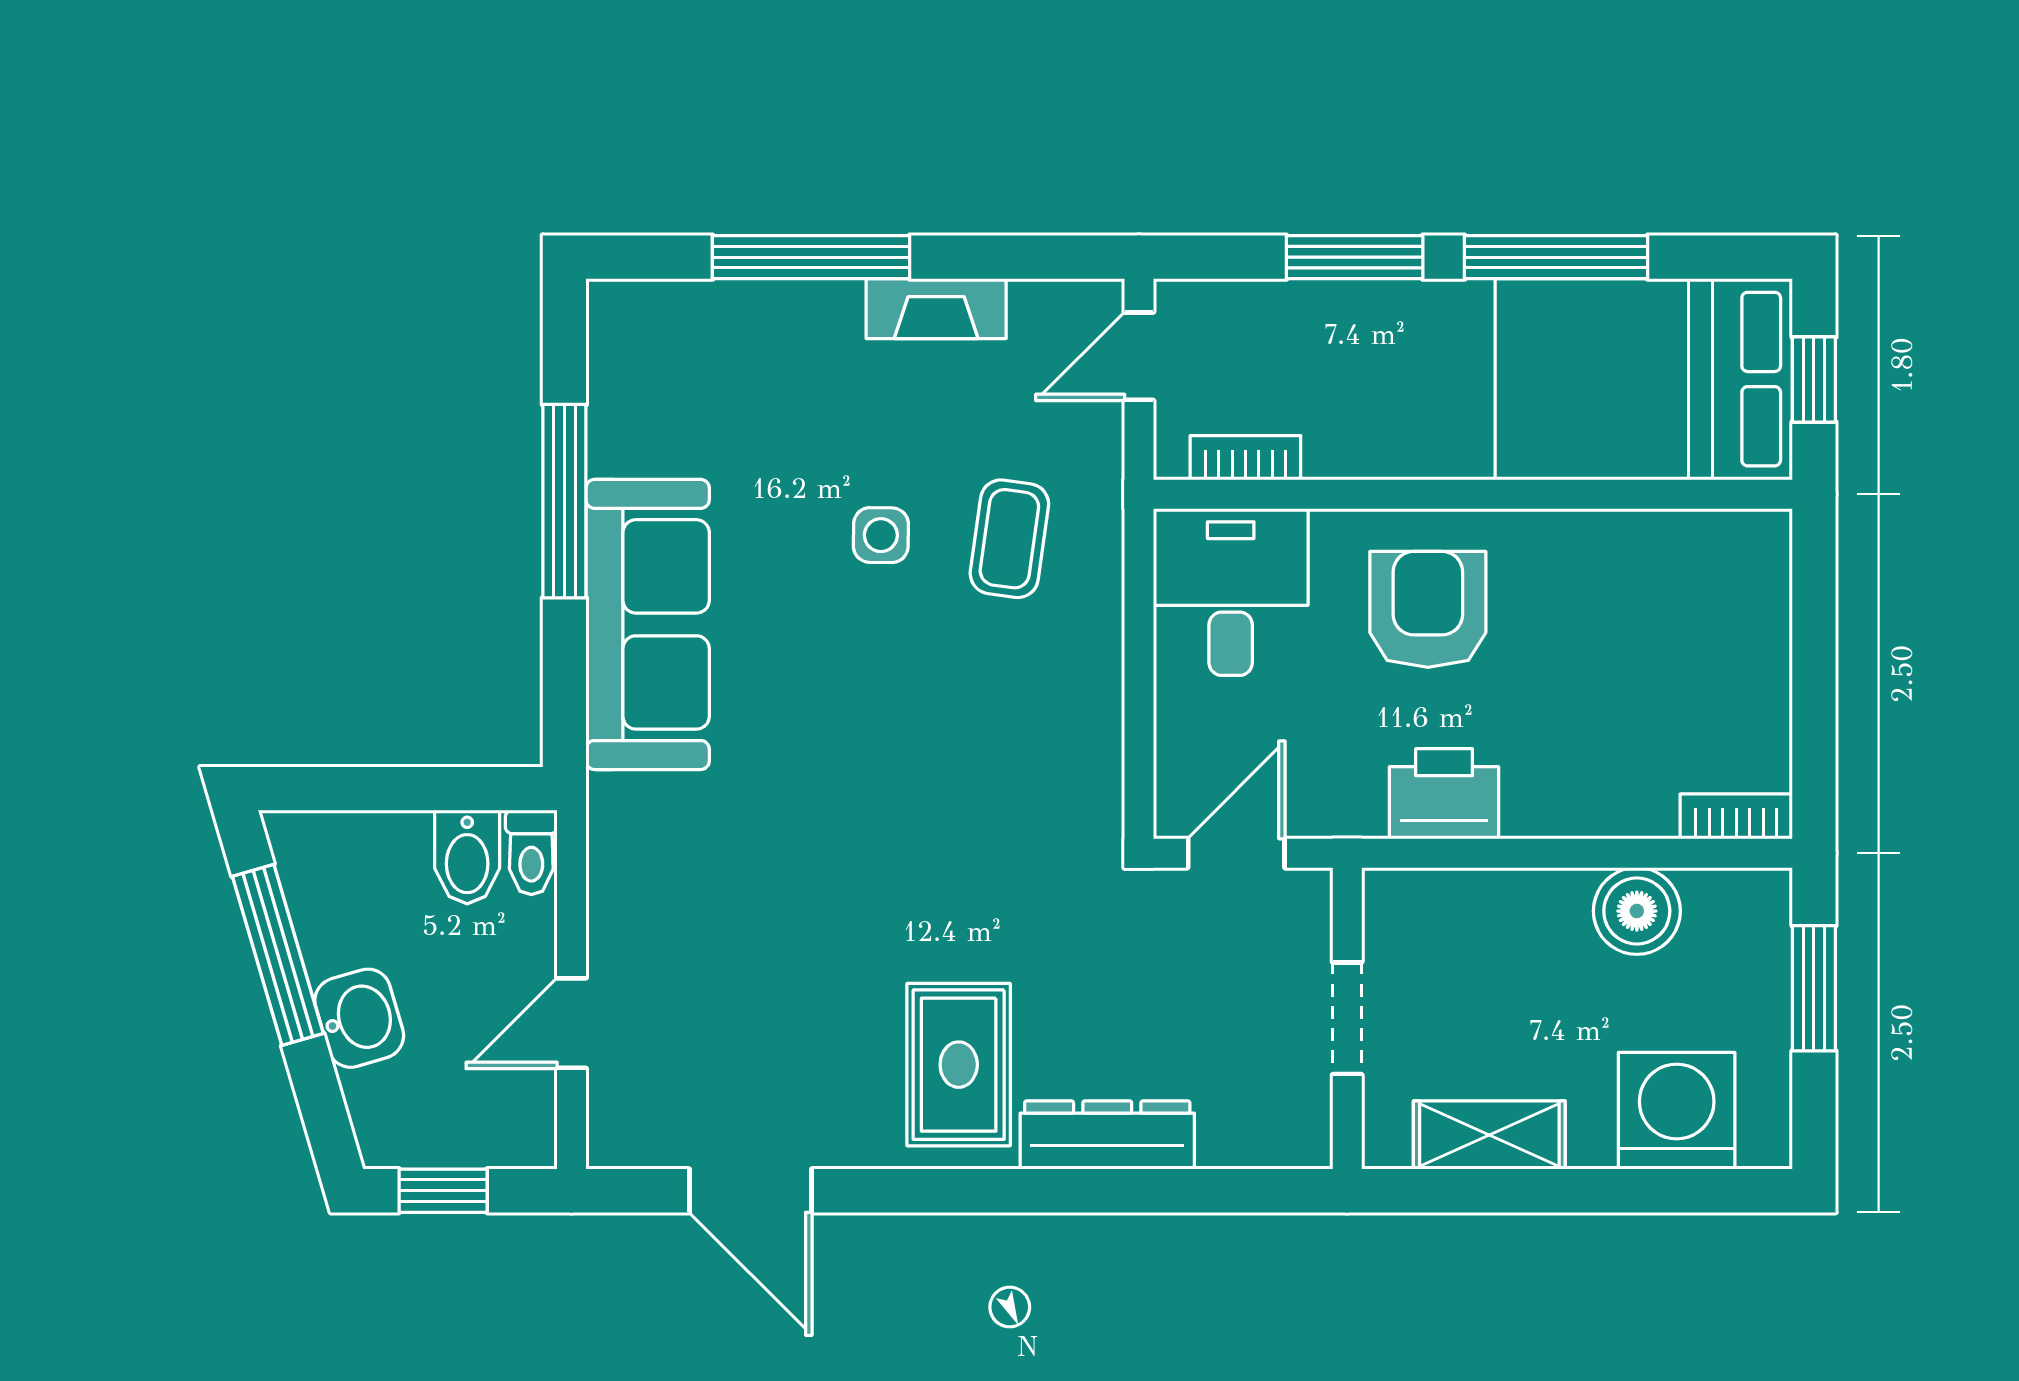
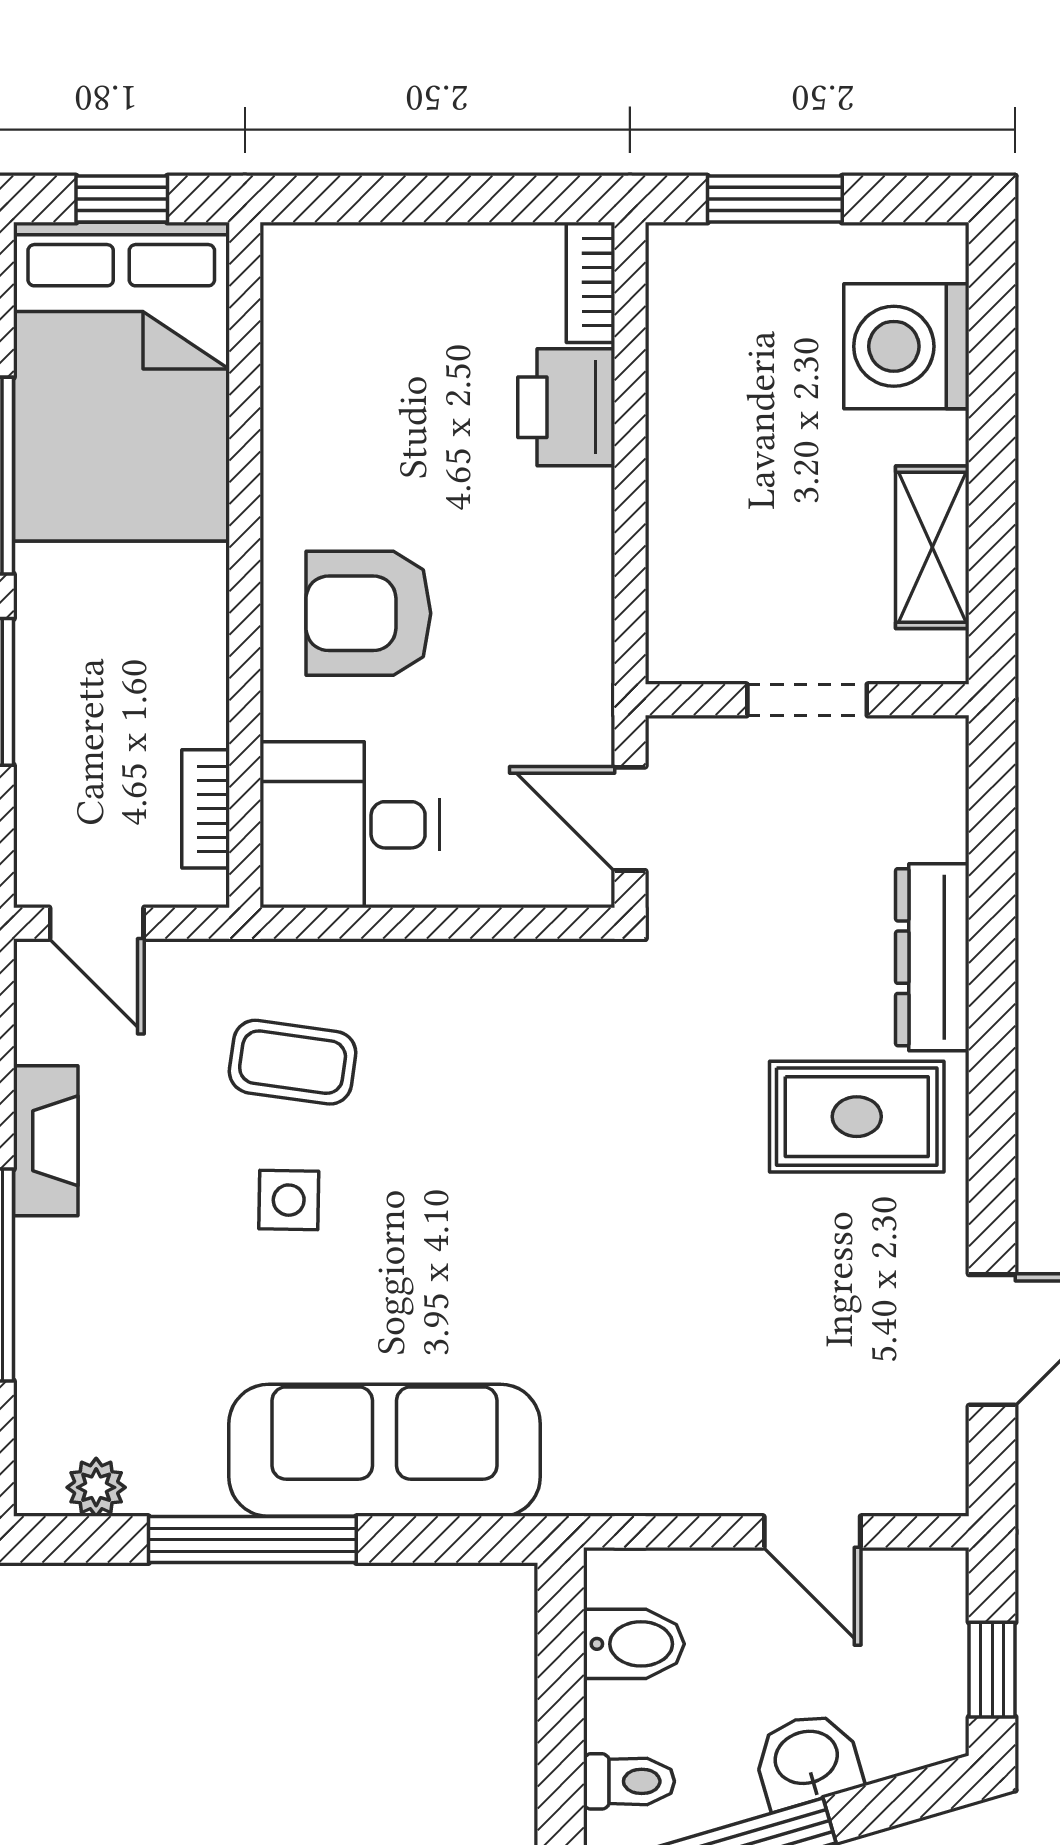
plant: (613, 356) -> (96, 1487), added
printer: (1444, 794) -> (566, 407), moved
toilet: (531, 852) -> (629, 1781), moved
boiler: (1637, 911) -> (692, 389), removed

